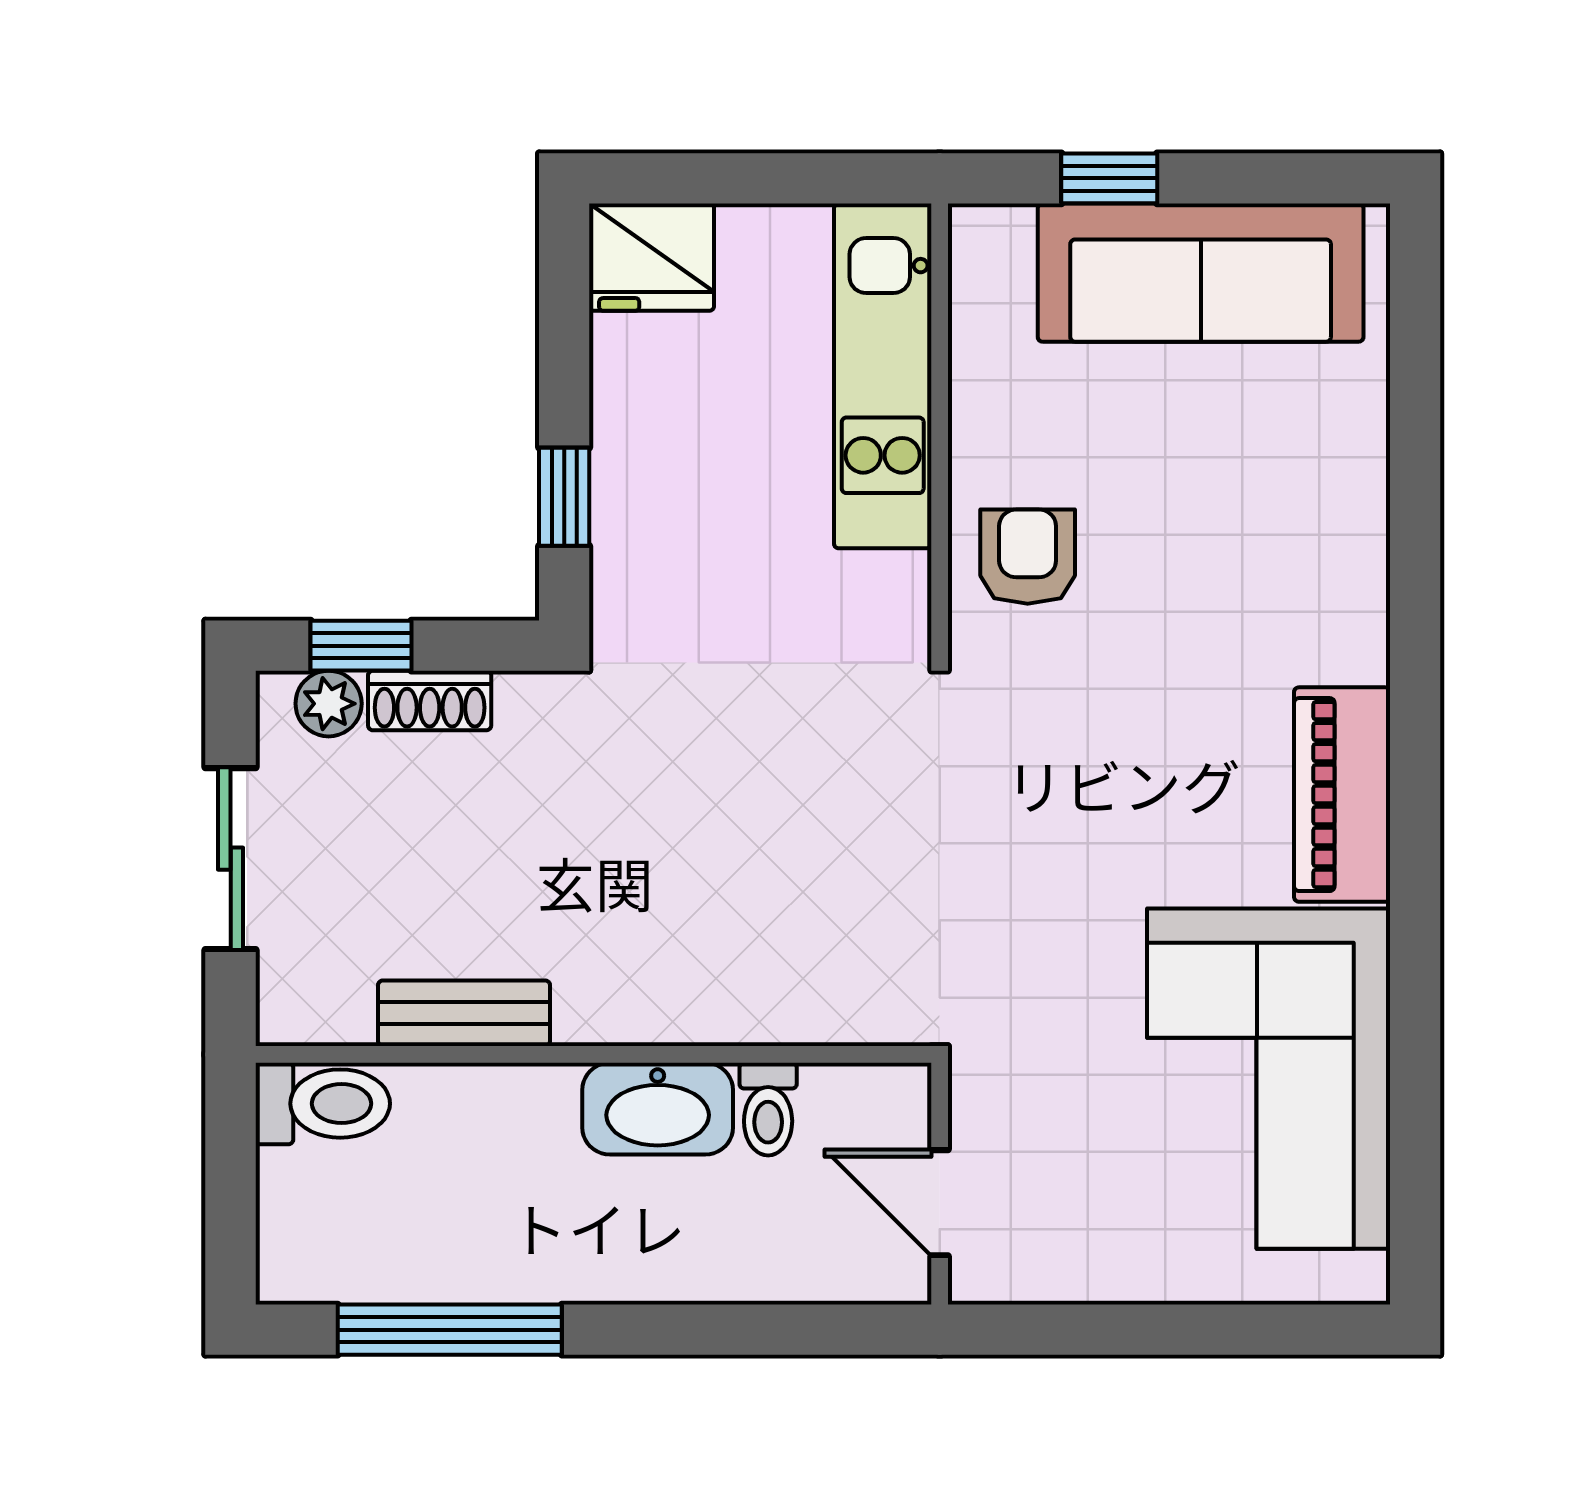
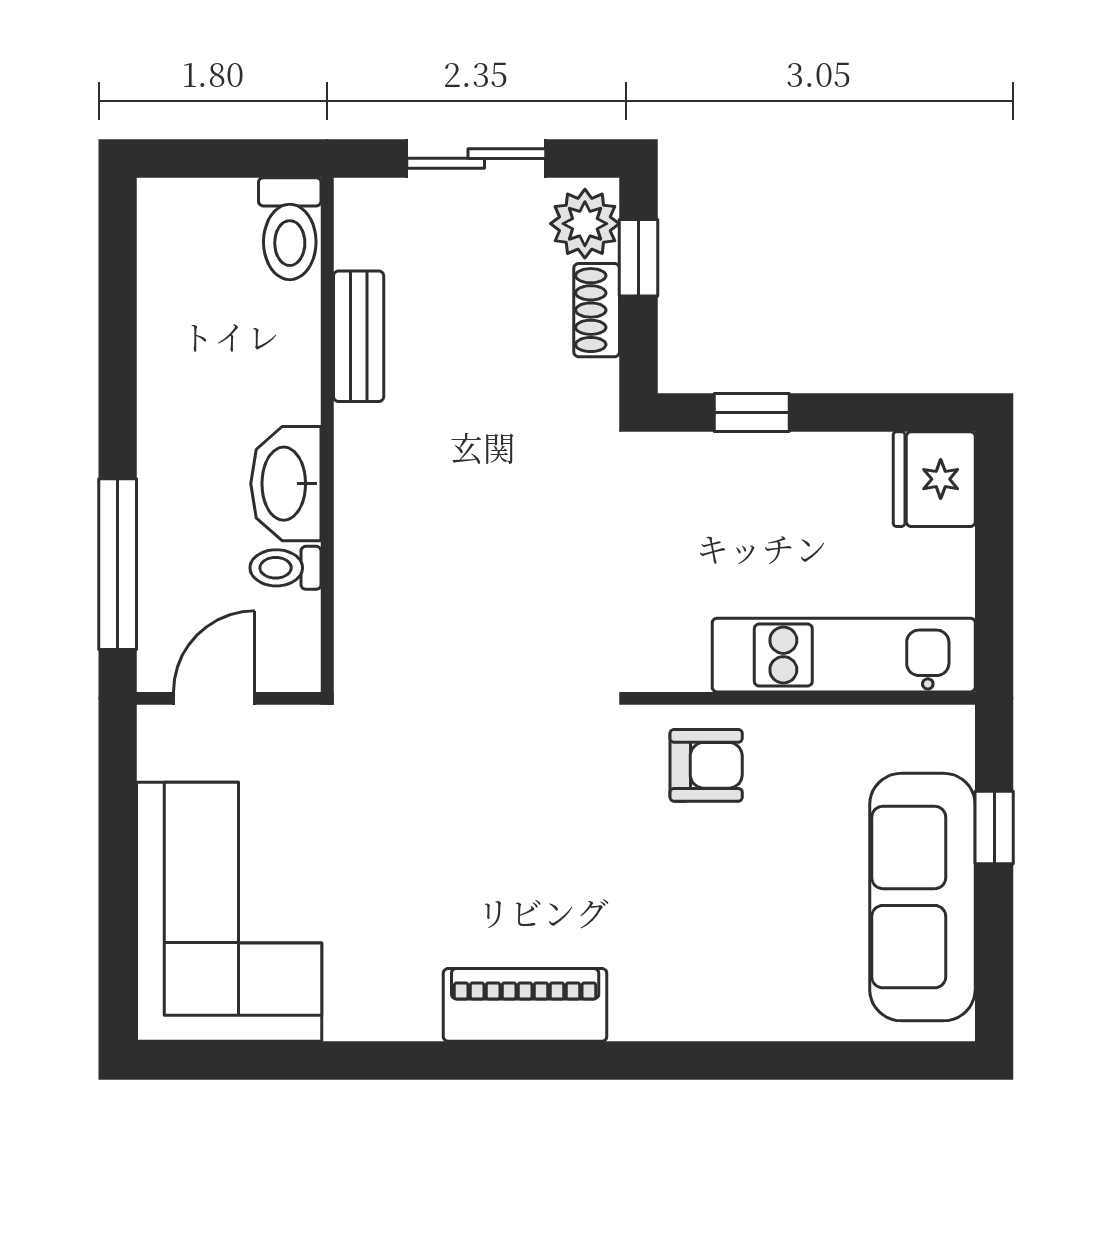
plant: (329, 704) -> (585, 224), width x1.38, depth x1.38
corner sofa: (1269, 1079) -> (229, 912), moved, turned 90
window: (450, 1330) -> (118, 564), moved

